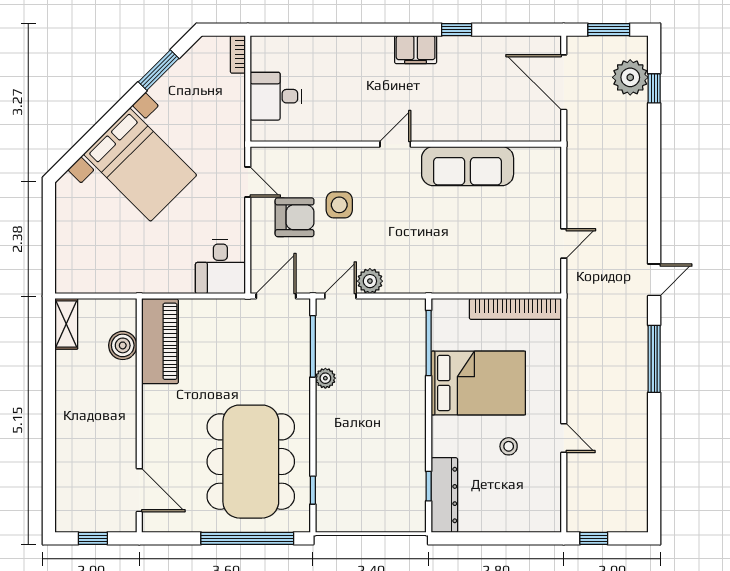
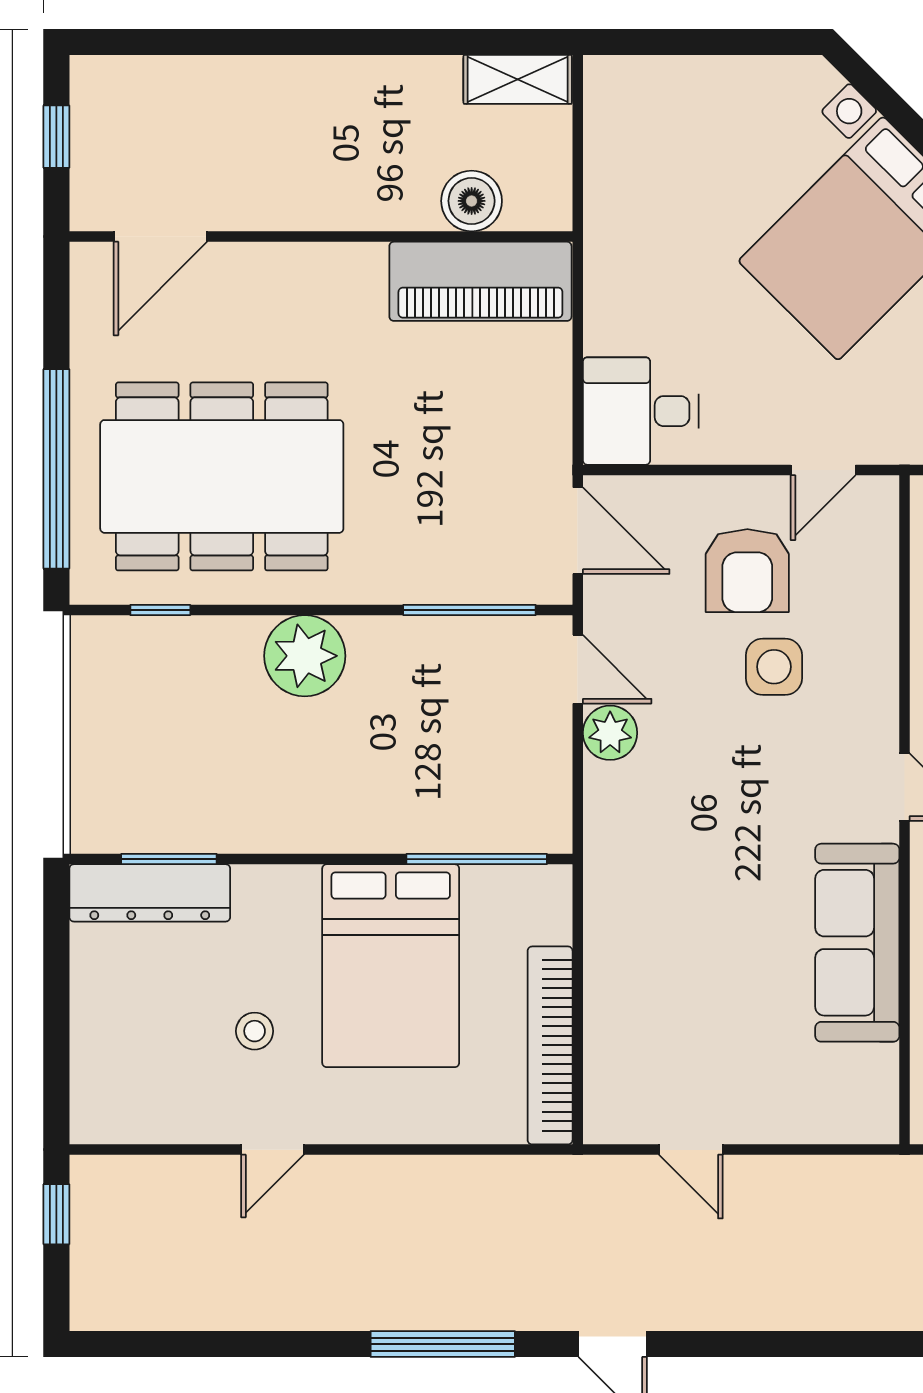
plant: (325, 378) -> (305, 656), moved, width x1.88, depth x1.88
window: (429, 486) -> (169, 859), width x1.50

